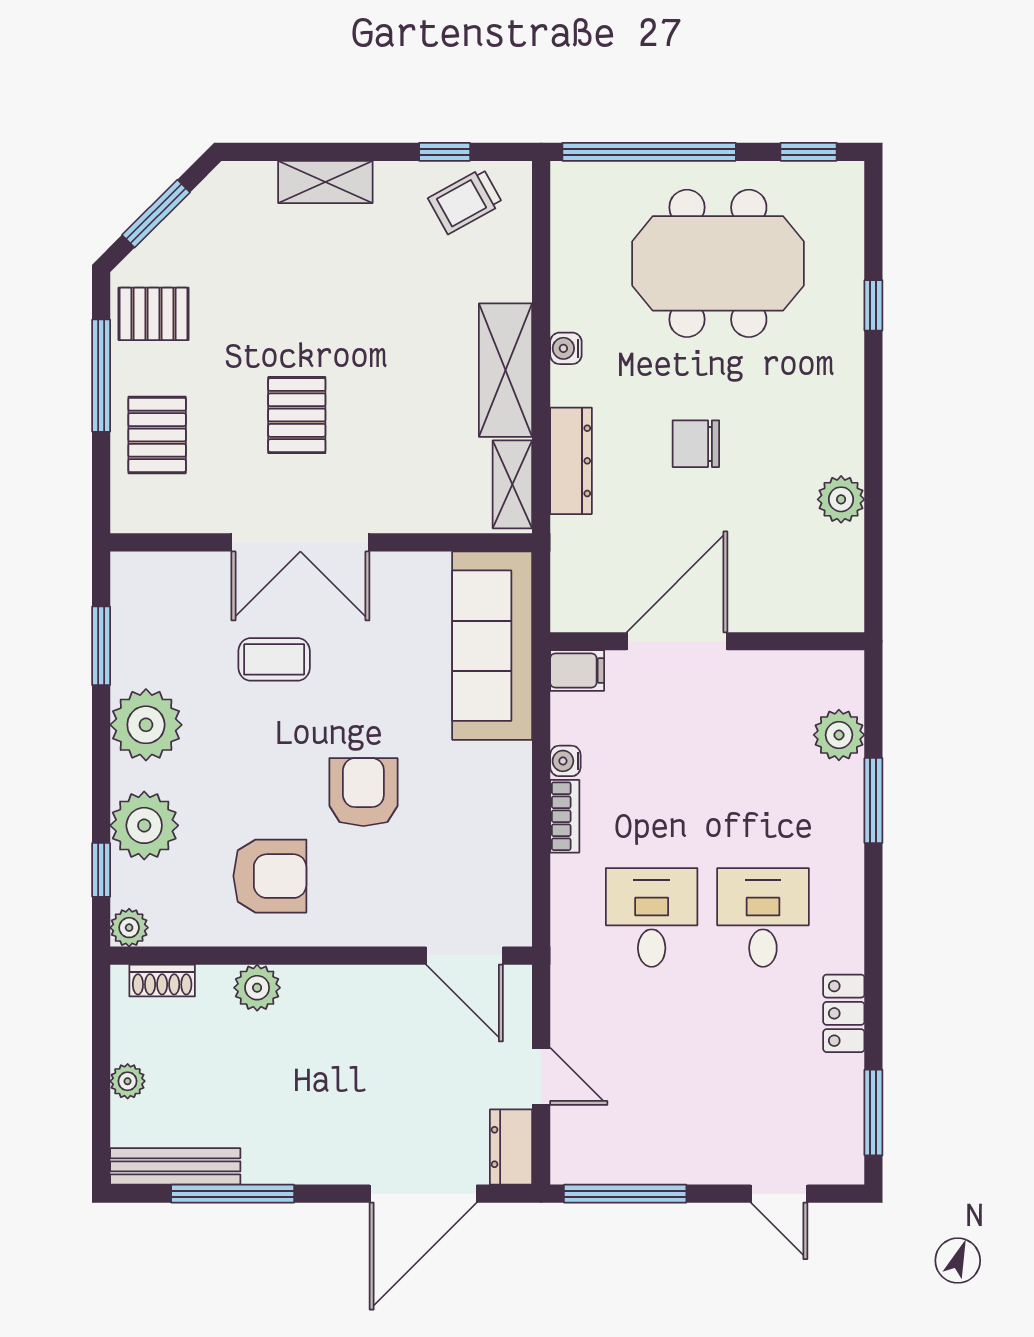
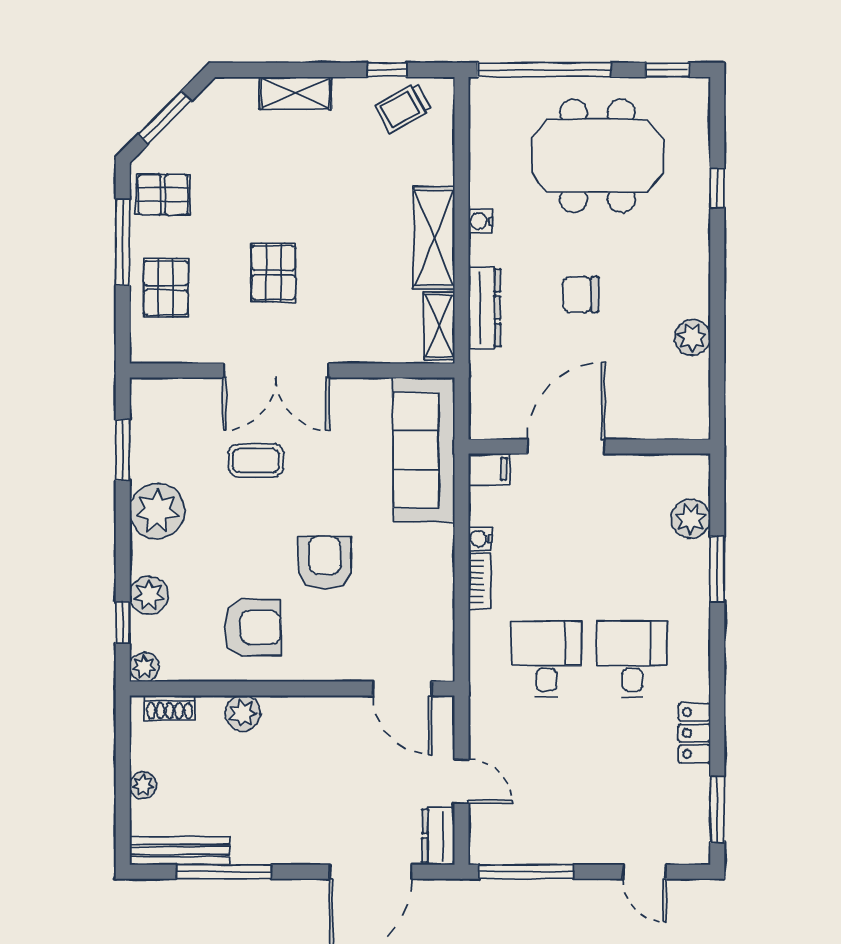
plant: (144, 825) -> (149, 595), width x0.73, depth x0.73

